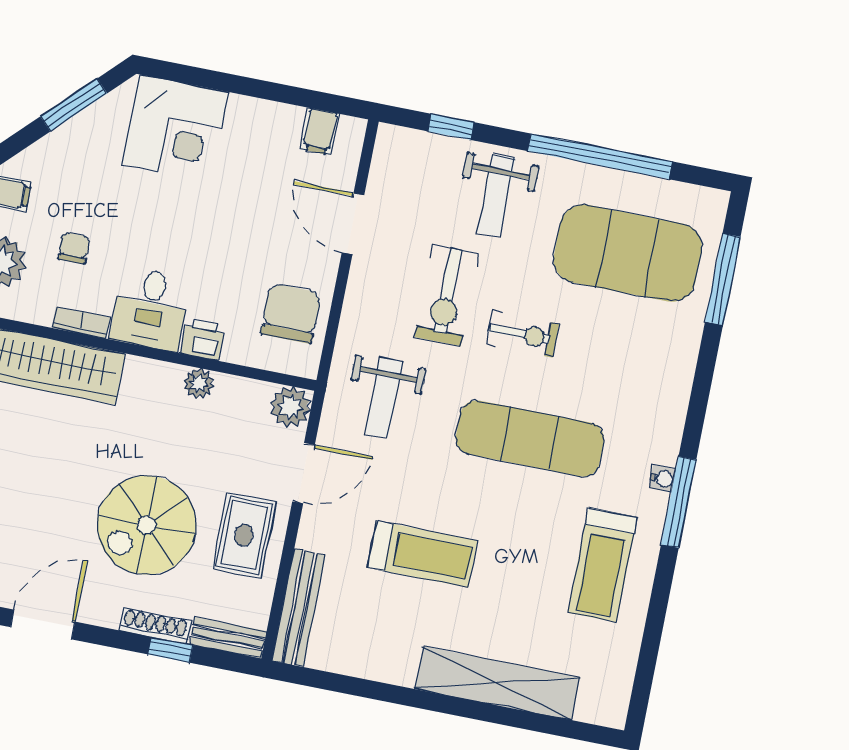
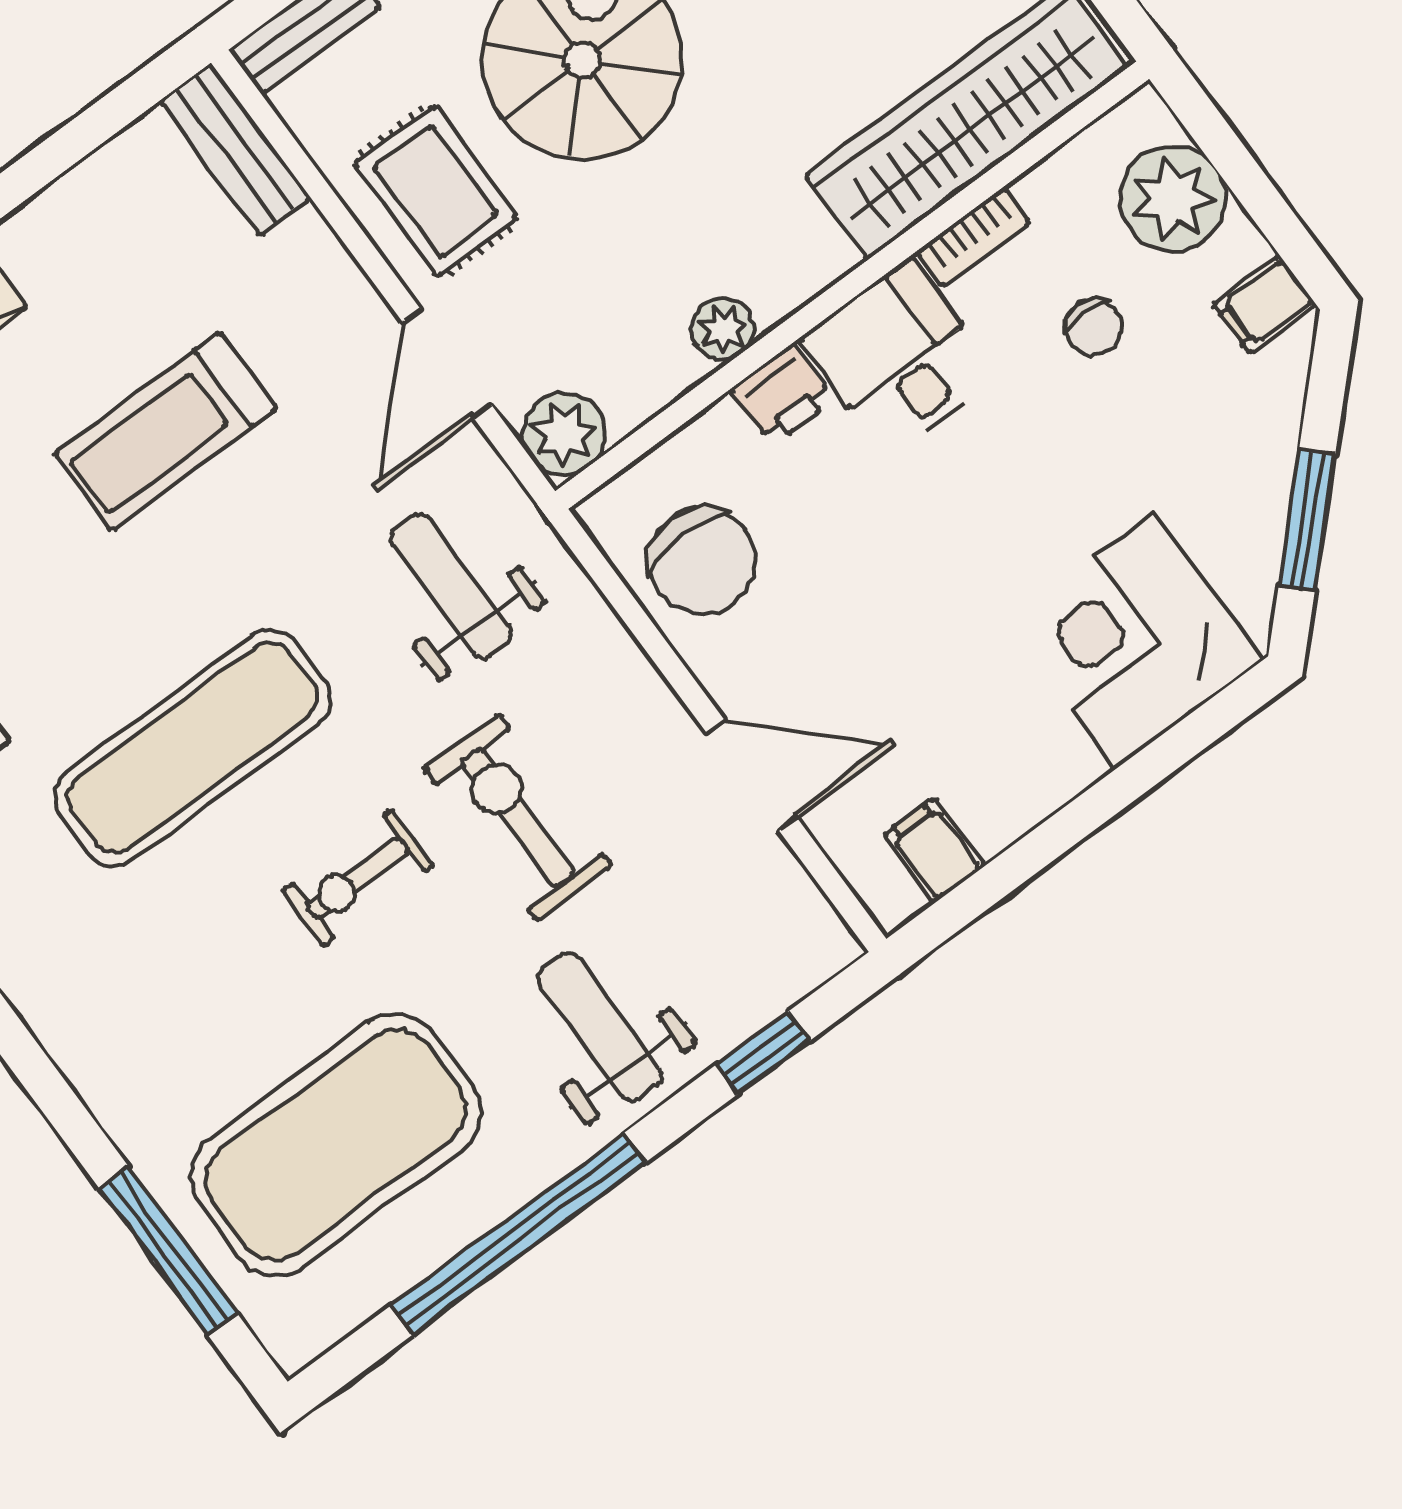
bench: (299, 608) -> (235, 150), width x0.73

